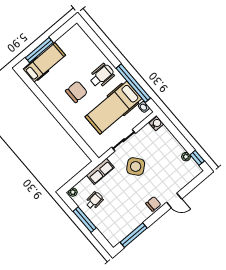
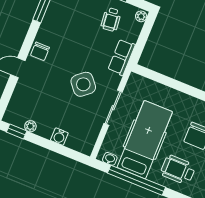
wheelchair: (102, 76) -> (178, 170), turned 90
water cooler: (156, 123) -> (59, 137), moved

